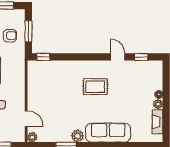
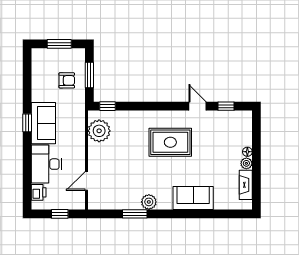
rug: (95, 87) -> (170, 142), width x1.36, depth x1.43
door: (26, 119) -> (86, 181), swing flipped
sofa: (108, 133) -> (193, 198), width x0.73
plant: (32, 137) -> (99, 131), moved, width x1.88, depth x1.88

